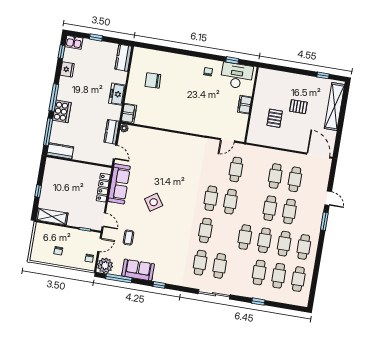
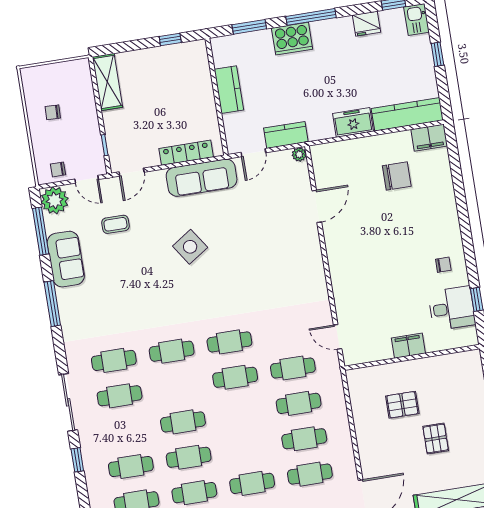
kitchen counter: (123, 58) -> (407, 114), width x1.50
desk: (237, 76) -> (452, 308), width x0.73
chair: (153, 80) -> (397, 176), turned 92
filing cabinet: (129, 113) -> (429, 138), moved
door: (155, 128) -> (317, 206), added
window: (48, 132) -> (249, 27), width x0.69
kitchen counter: (60, 151) -> (229, 90), moved
window: (38, 191) -> (170, 40), moved
cafe table: (270, 208) -> (299, 403), moved
window: (159, 285) -> (52, 304), width x2.17
window: (258, 302) -> (77, 460), moved

